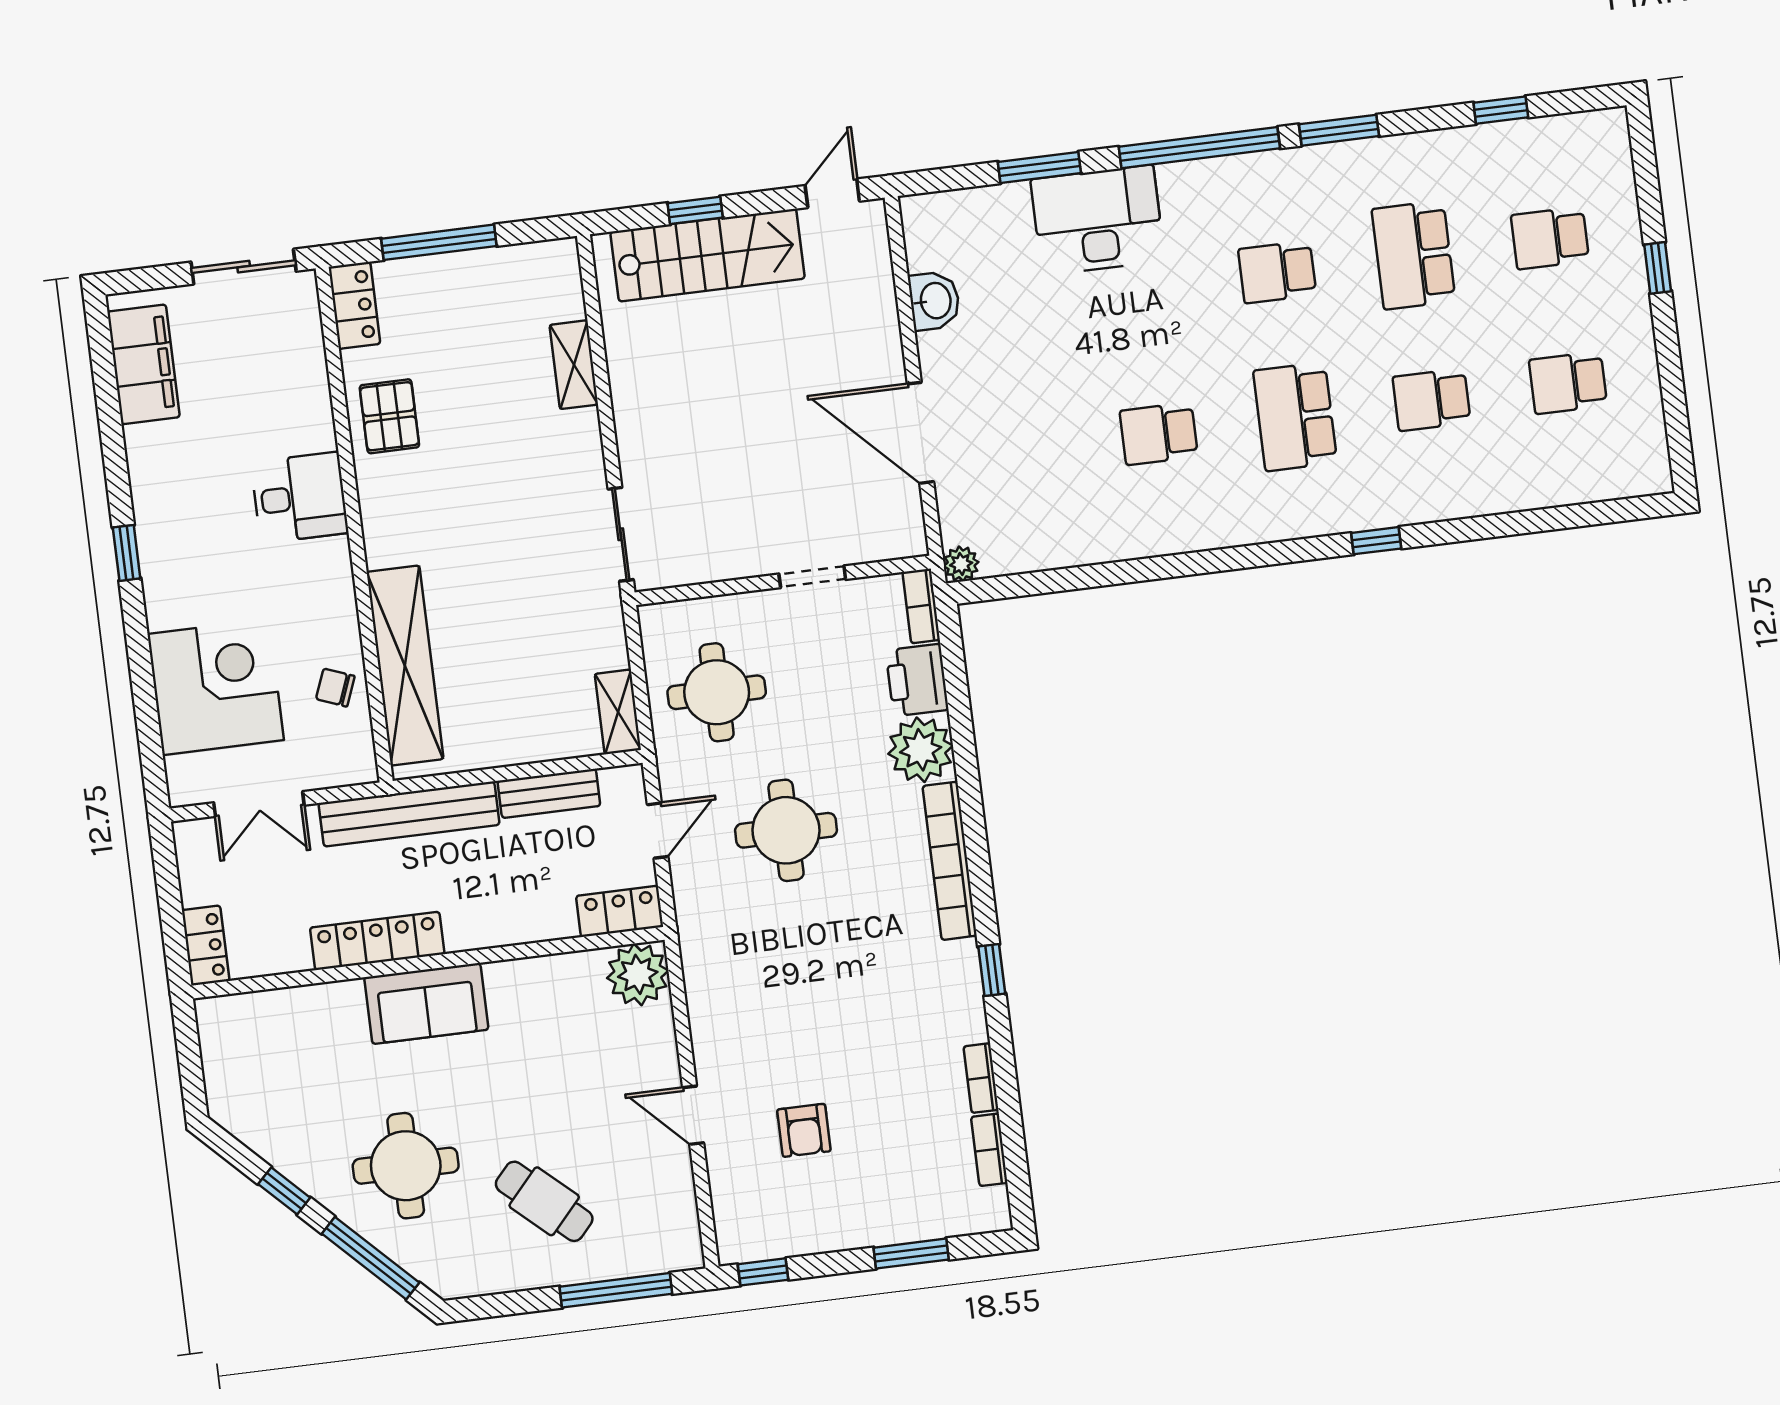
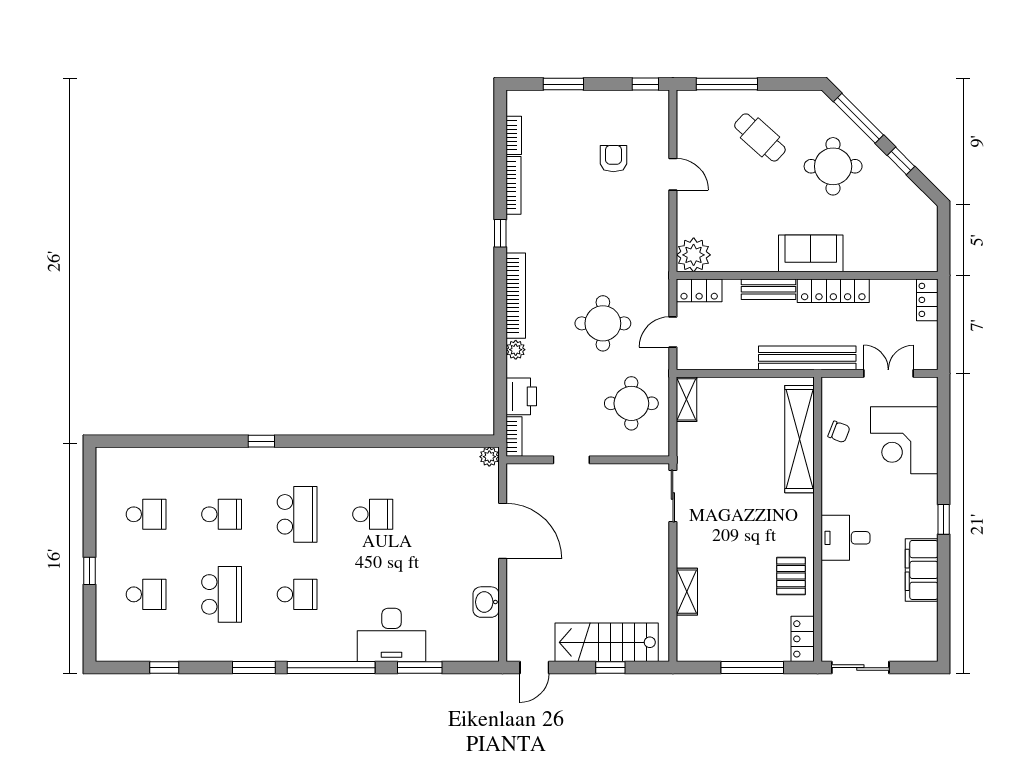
filing cabinet: (144, 364) -> (922, 570), moved
plant: (921, 750) -> (516, 350), width x0.53, depth x0.53
bench: (549, 793) -> (768, 289), moved
bookcase: (981, 1078) -> (513, 185), width x1.56

